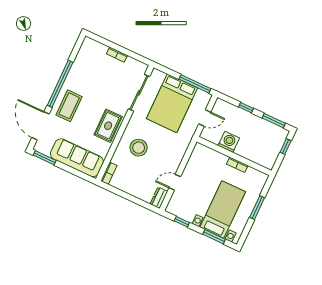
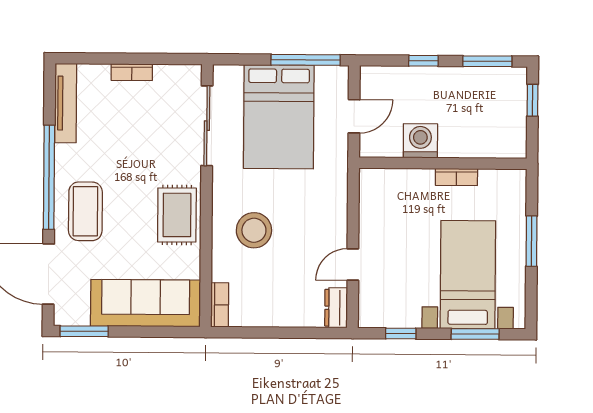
tv unit: (82, 55) -> (66, 103), added

